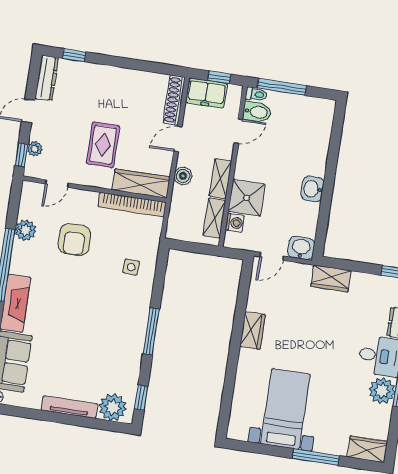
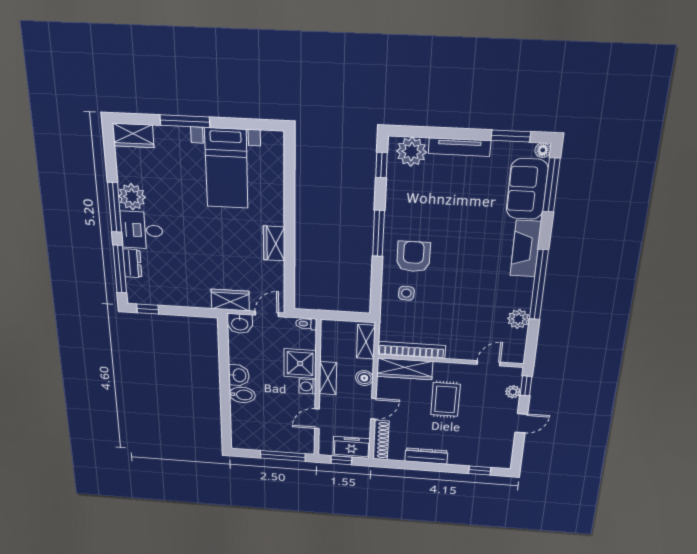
dresser: (47, 78) -> (426, 456), moved, turned 90
toilet: (256, 94) -> (306, 324), moved
bidet: (257, 112) -> (242, 395), moved, turned 180
shelving: (214, 218) -> (366, 342), moved
washing machine: (235, 223) -> (307, 386), moved
armchair: (74, 240) -> (413, 257), moved
wardrobe: (331, 278) -> (230, 300), moved
window: (24, 412) -> (511, 136), added

